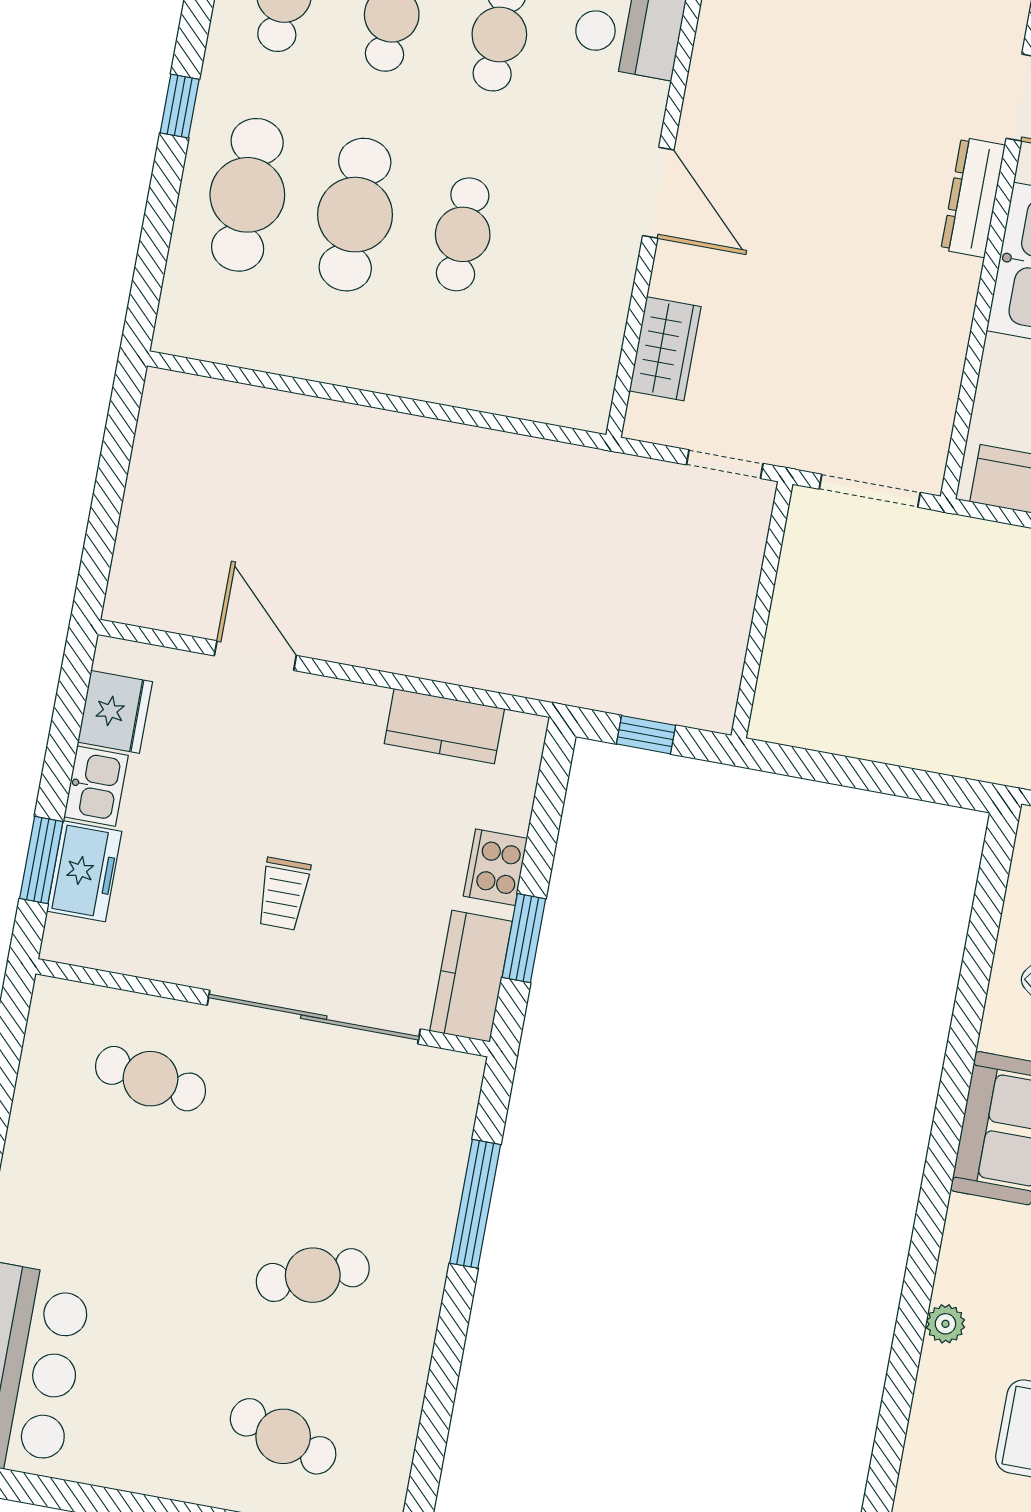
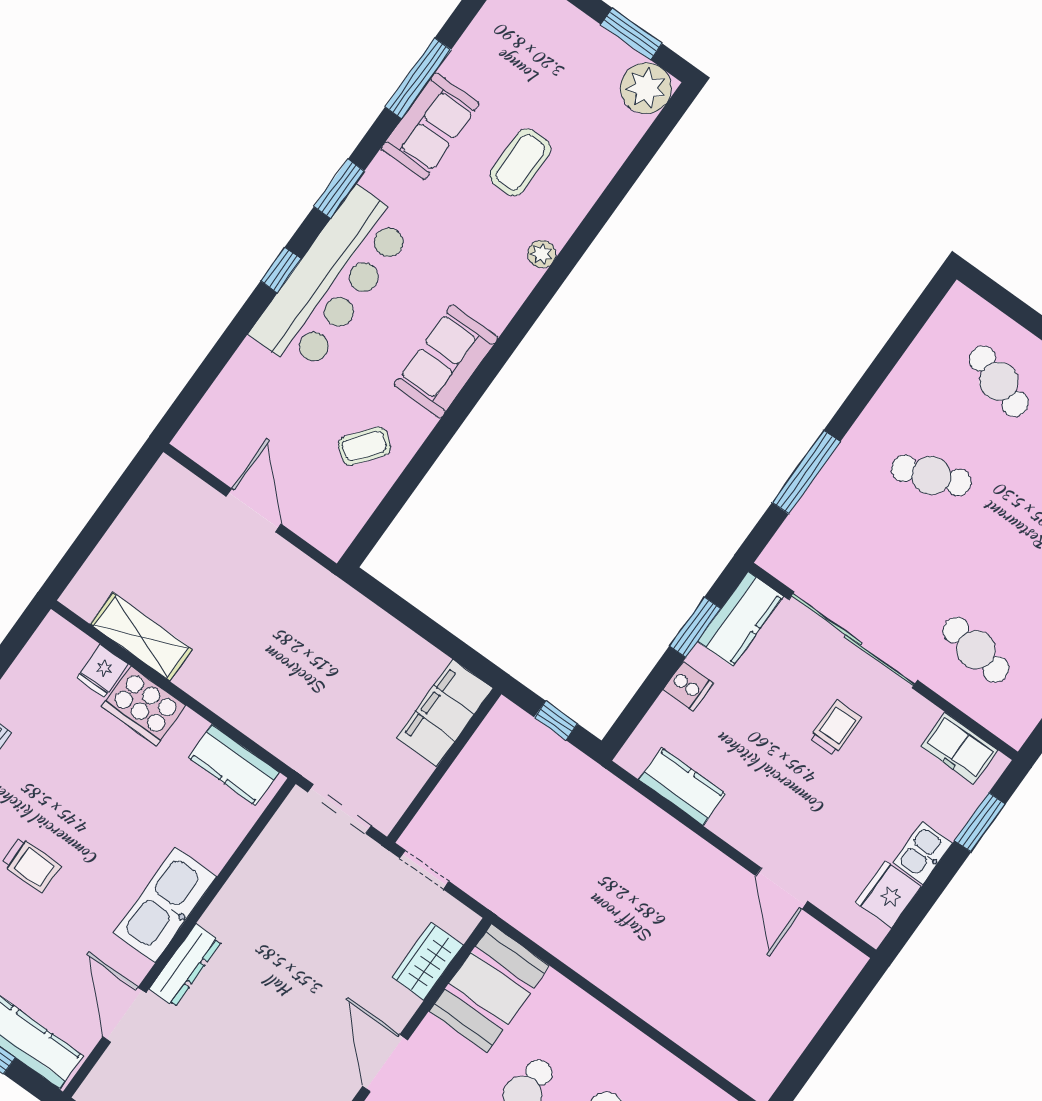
booth: (570, 351) -> (489, 988), added
filing cabinet: (793, 677) -> (445, 713), added
cooker: (495, 867) -> (688, 686), width x0.73
freezer: (84, 871) -> (959, 748), moved, turned -90

